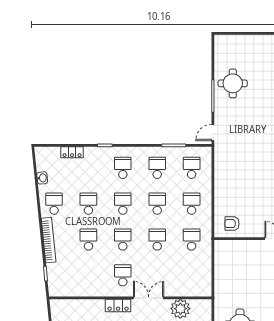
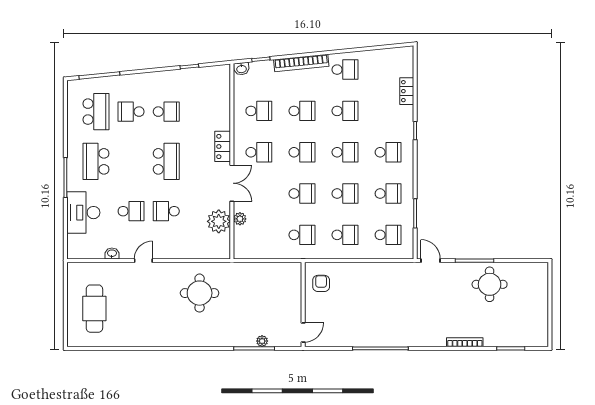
washbasin: (42, 178) -> (241, 69), moved
school desk: (88, 275) -> (259, 111), added
plant: (178, 291) -> (240, 219), added

